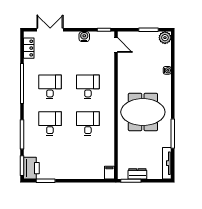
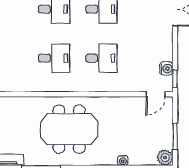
water cooler: (84, 37) -> (166, 68), moved
meeting table: (143, 112) -> (69, 129), turned 90

